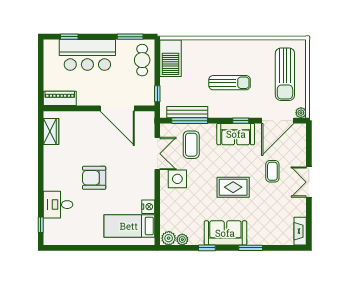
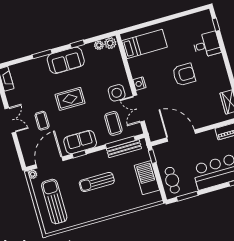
barbecue: (171, 58) -> (147, 178), moved
nightstand: (148, 207) -> (139, 84), moved

